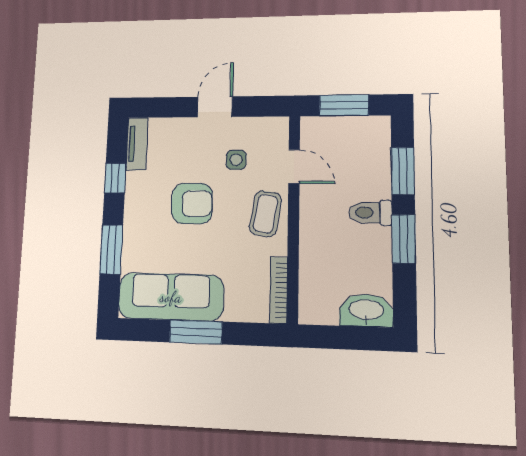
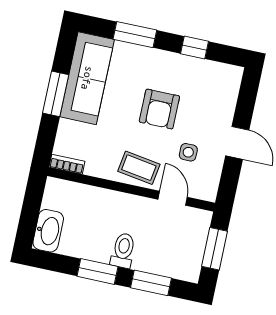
tv unit: (137, 144) -> (220, 71), removed
door: (294, 167) -> (173, 198), swing flipped
bookcase: (279, 290) -> (67, 164), width x0.64

